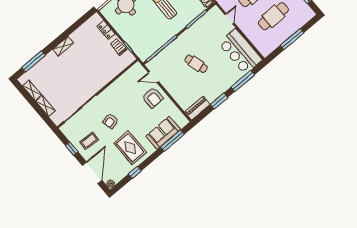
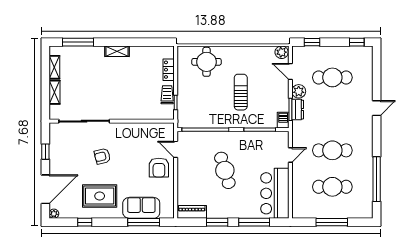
cafe table: (196, 64) -> (225, 170), width x1.37, depth x1.35
coffee table: (89, 141) -> (67, 158), removed
rug: (130, 148) -> (100, 196), turned 90

